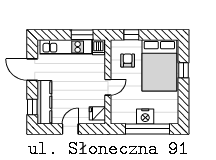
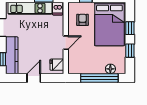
window: (183, 97) -> (130, 51), added
nightstand: (145, 116) -> (97, 67), removed
floor lamp: (160, 118) -> (110, 69), added

